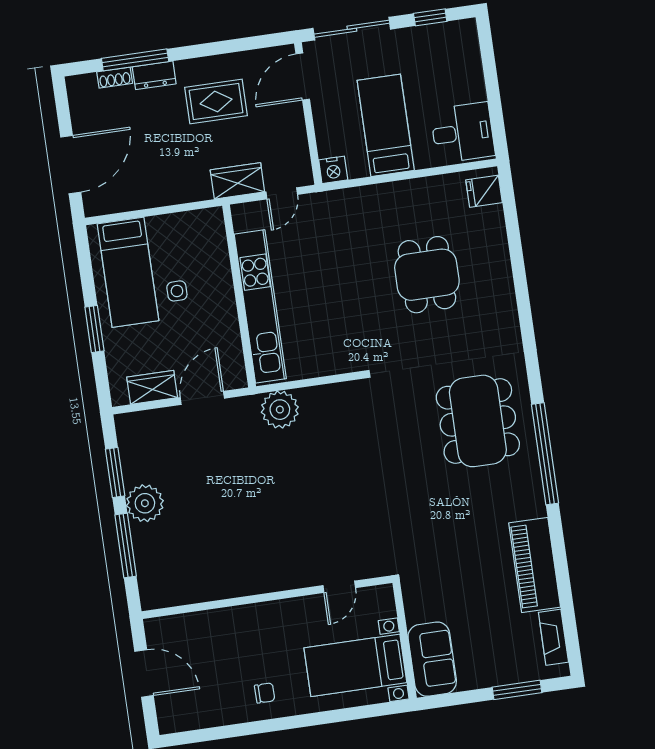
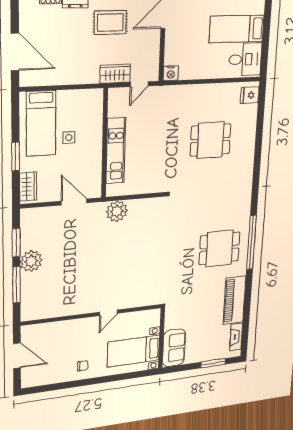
bed: (386, 125) -> (237, 29), moved, turned -90
door: (71, 165) -> (15, 52), hinge flipped
dining table: (427, 275) -> (210, 140), turned 90
kitchen unit: (260, 306) -> (116, 151), width x0.73
wardrobe: (152, 387) -> (28, 186), moved, turned 90
door: (202, 398) -> (74, 202), hinge flipped
dining table: (478, 421) -> (219, 248), moved, width x0.73
door: (339, 587) -> (108, 313), moved

